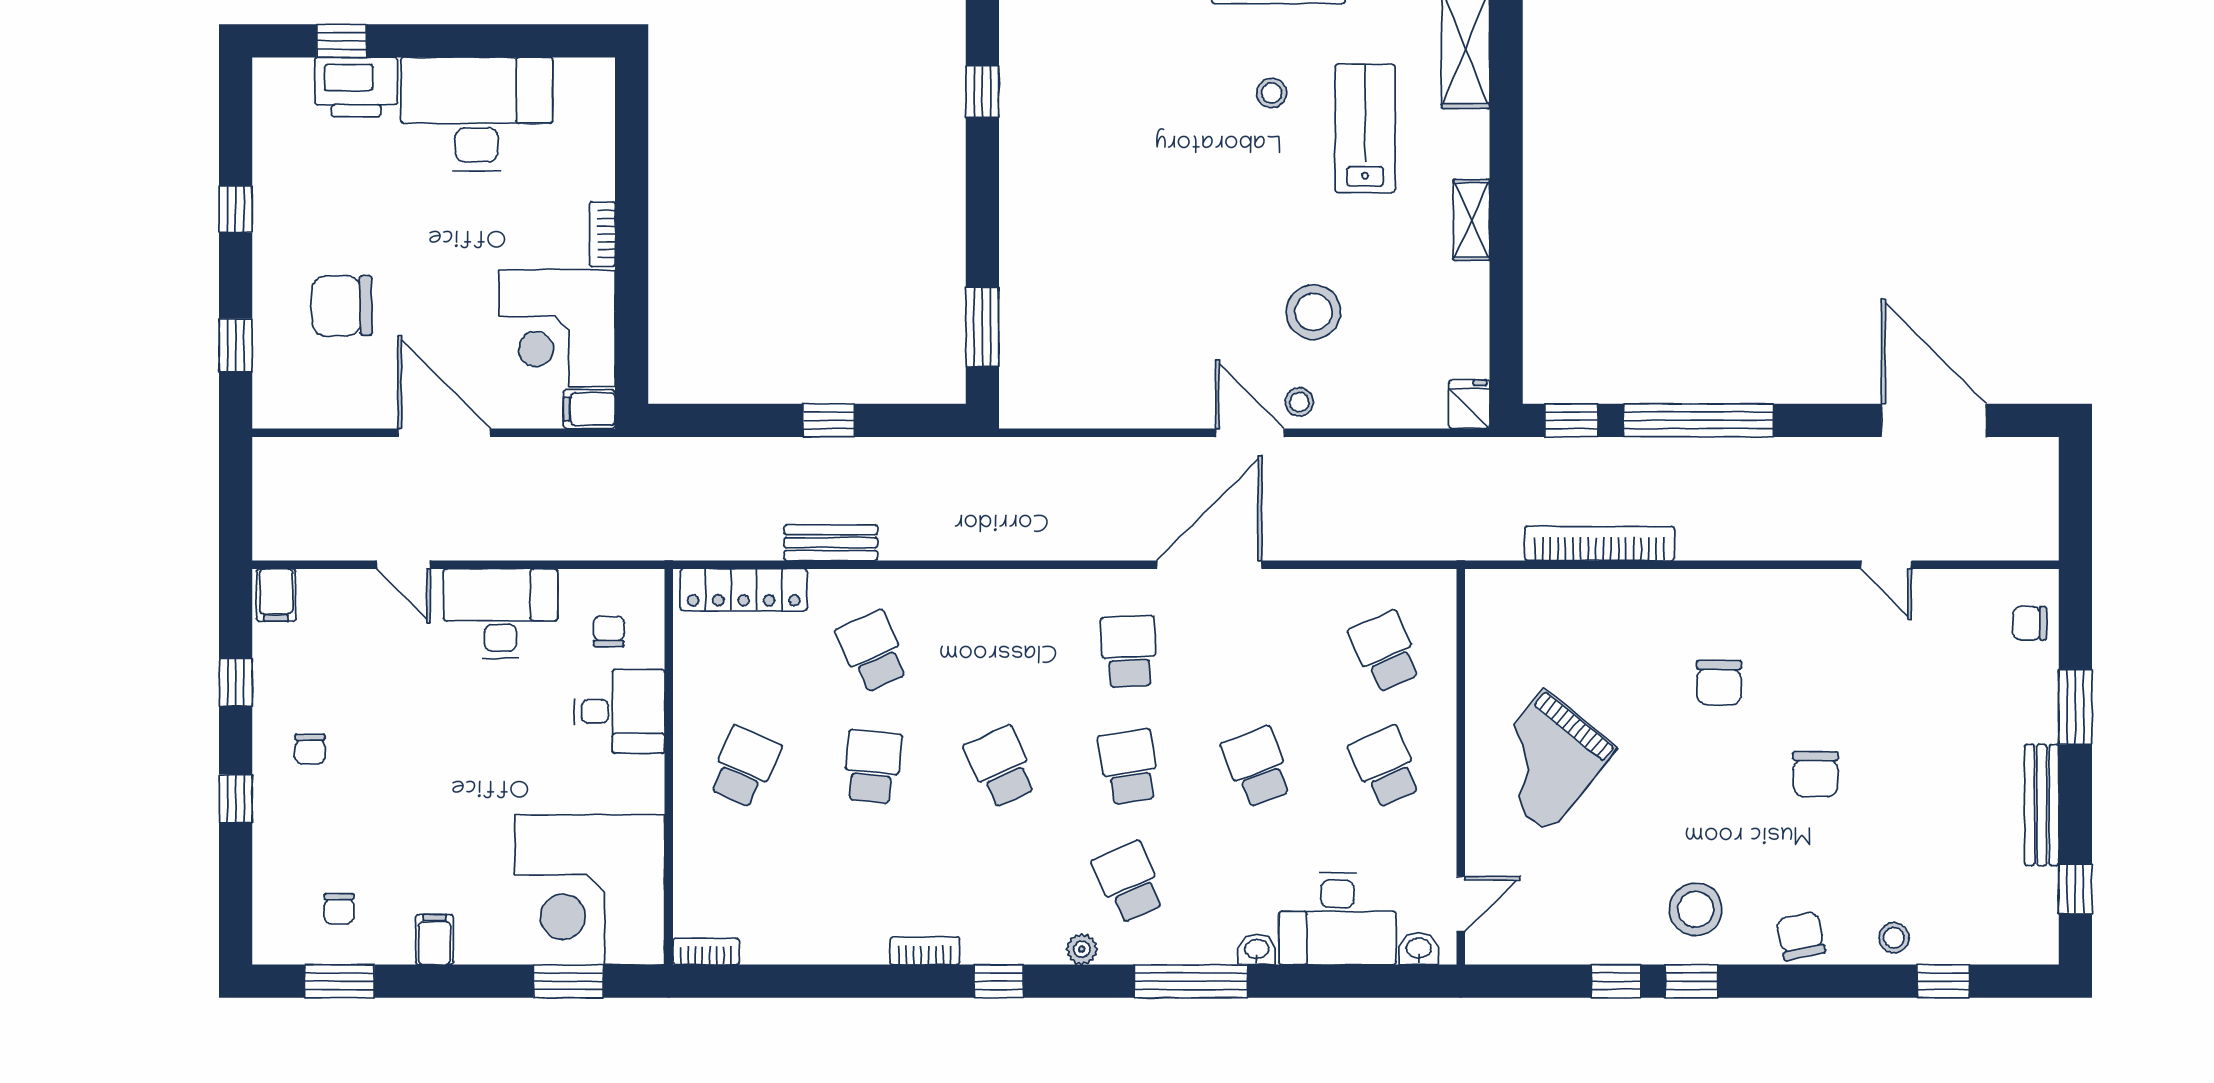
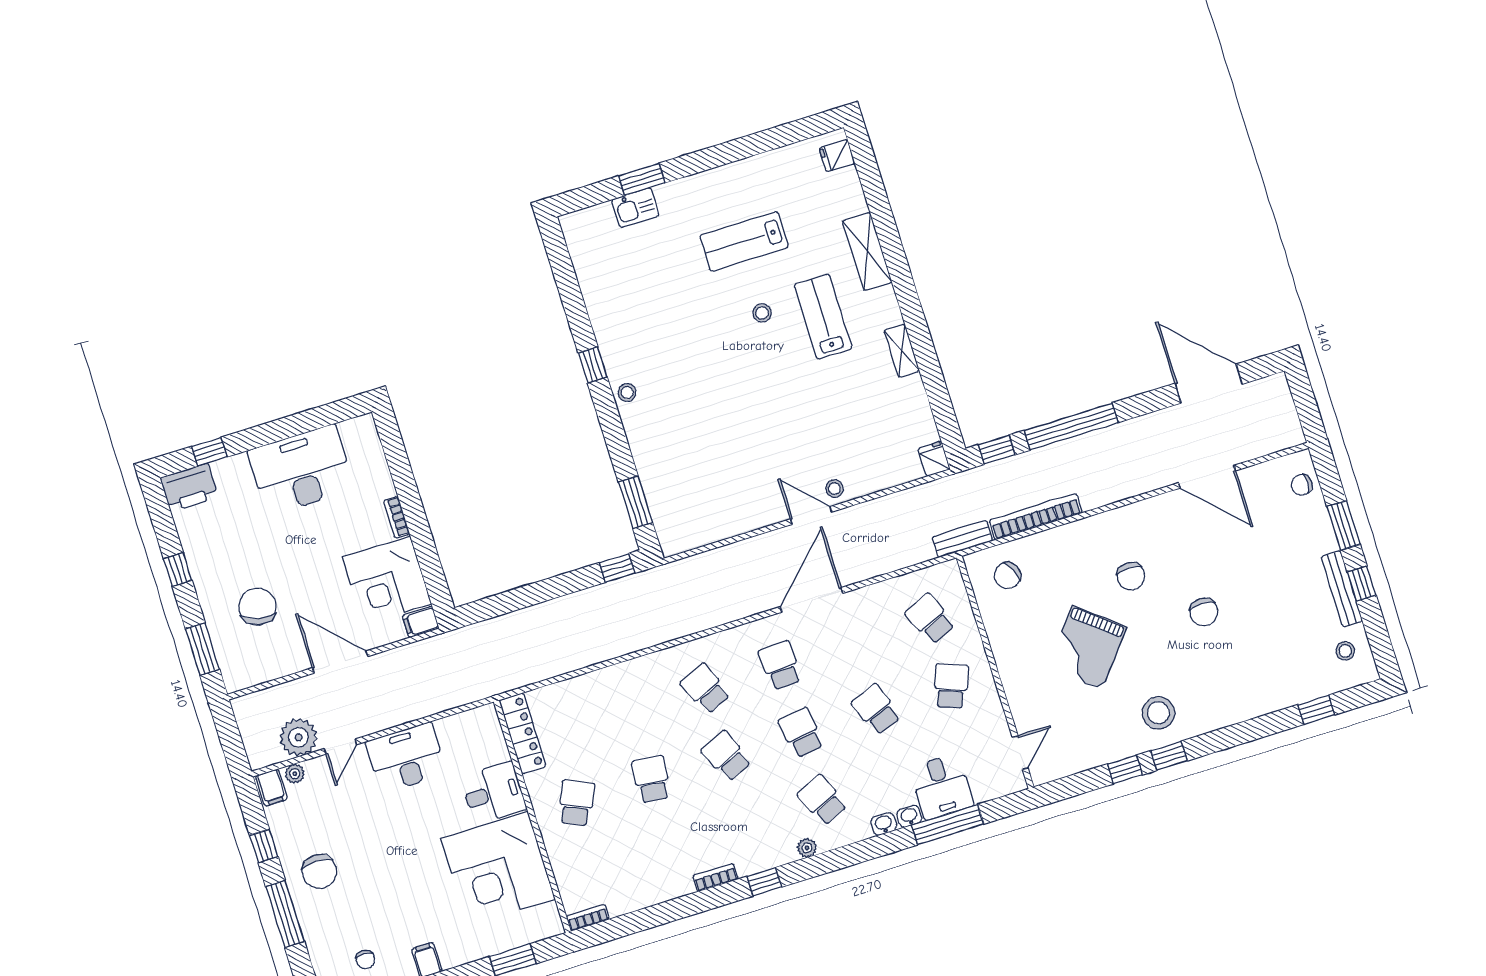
printer: (356, 87) -> (189, 487), moved
chair: (342, 306) -> (257, 607), turned 103
stool: (1313, 312) -> (627, 392), moved, width x0.53, depth x0.53
window: (236, 345) -> (202, 649), width x1.50
window: (829, 420) -> (617, 568), moved
plant: (343, 530) -> (299, 737), added
bench: (831, 543) -> (962, 539), moved
door: (403, 565) -> (340, 747), hinge flipped
door: (1886, 565) -> (1207, 477), width x1.88
plant: (319, 585) -> (295, 774), added
locker: (744, 590) -> (523, 733), moved, turned -90
chair: (609, 631) -> (473, 748), removed
school desk: (873, 651) -> (705, 689), moved
chair: (310, 749) -> (319, 871), width x1.87, depth x1.87
grand piano: (1546, 761) -> (1087, 648), moved
school desk: (1385, 767) -> (951, 686), turned 45
window: (236, 799) -> (285, 914), width x2.17
window: (2075, 889) -> (1362, 584), moved
corner desk: (590, 890) -> (498, 869), moved
desk: (1337, 919) -> (942, 786), width x0.73
chair: (1801, 936) -> (1007, 575), moved, turned -104
stool: (1894, 938) -> (1345, 651), moved
washbasin: (1419, 949) -> (884, 824), moved
window: (1191, 981) -> (948, 825), moved

